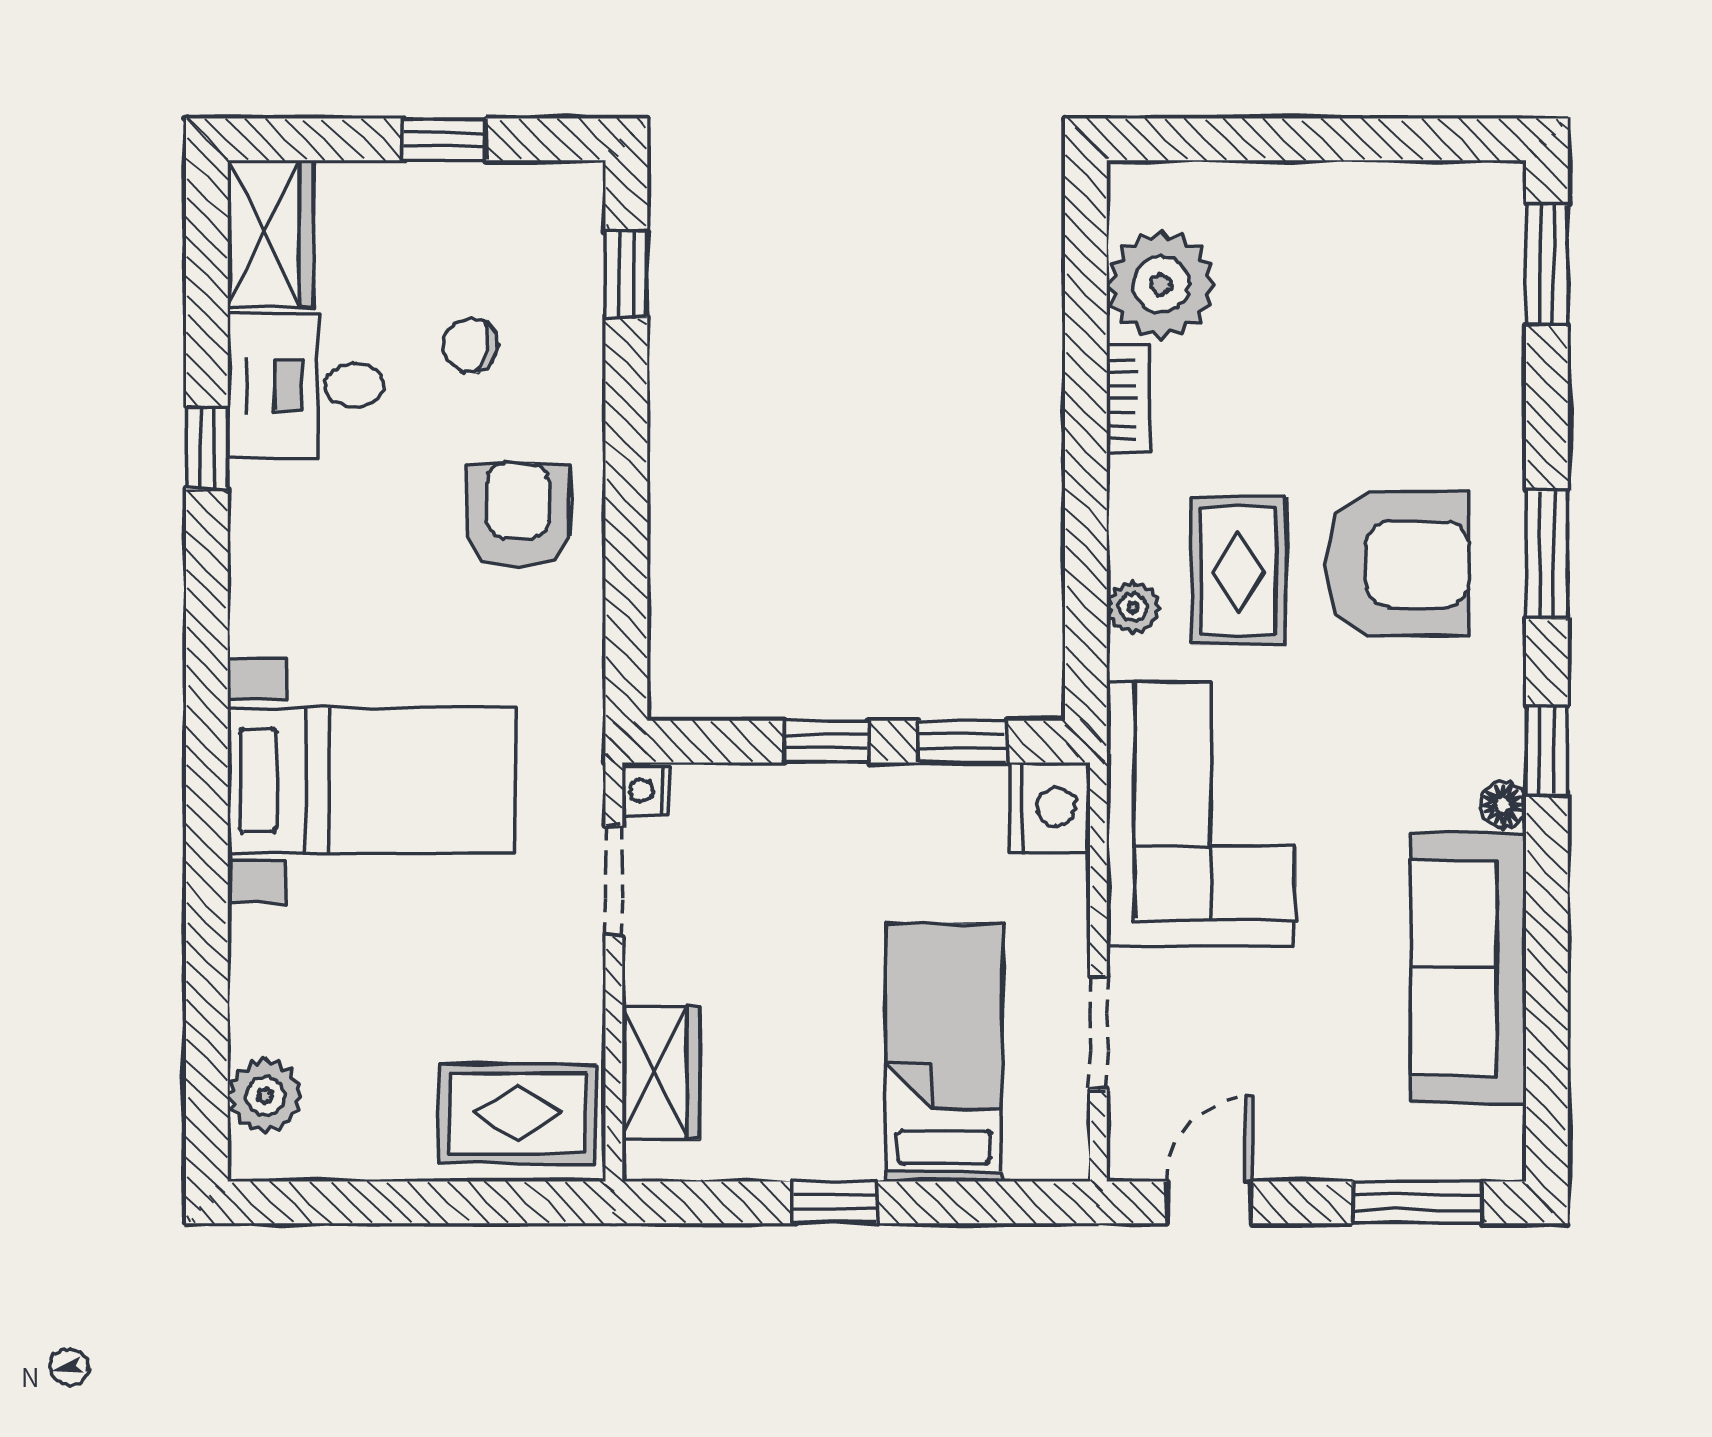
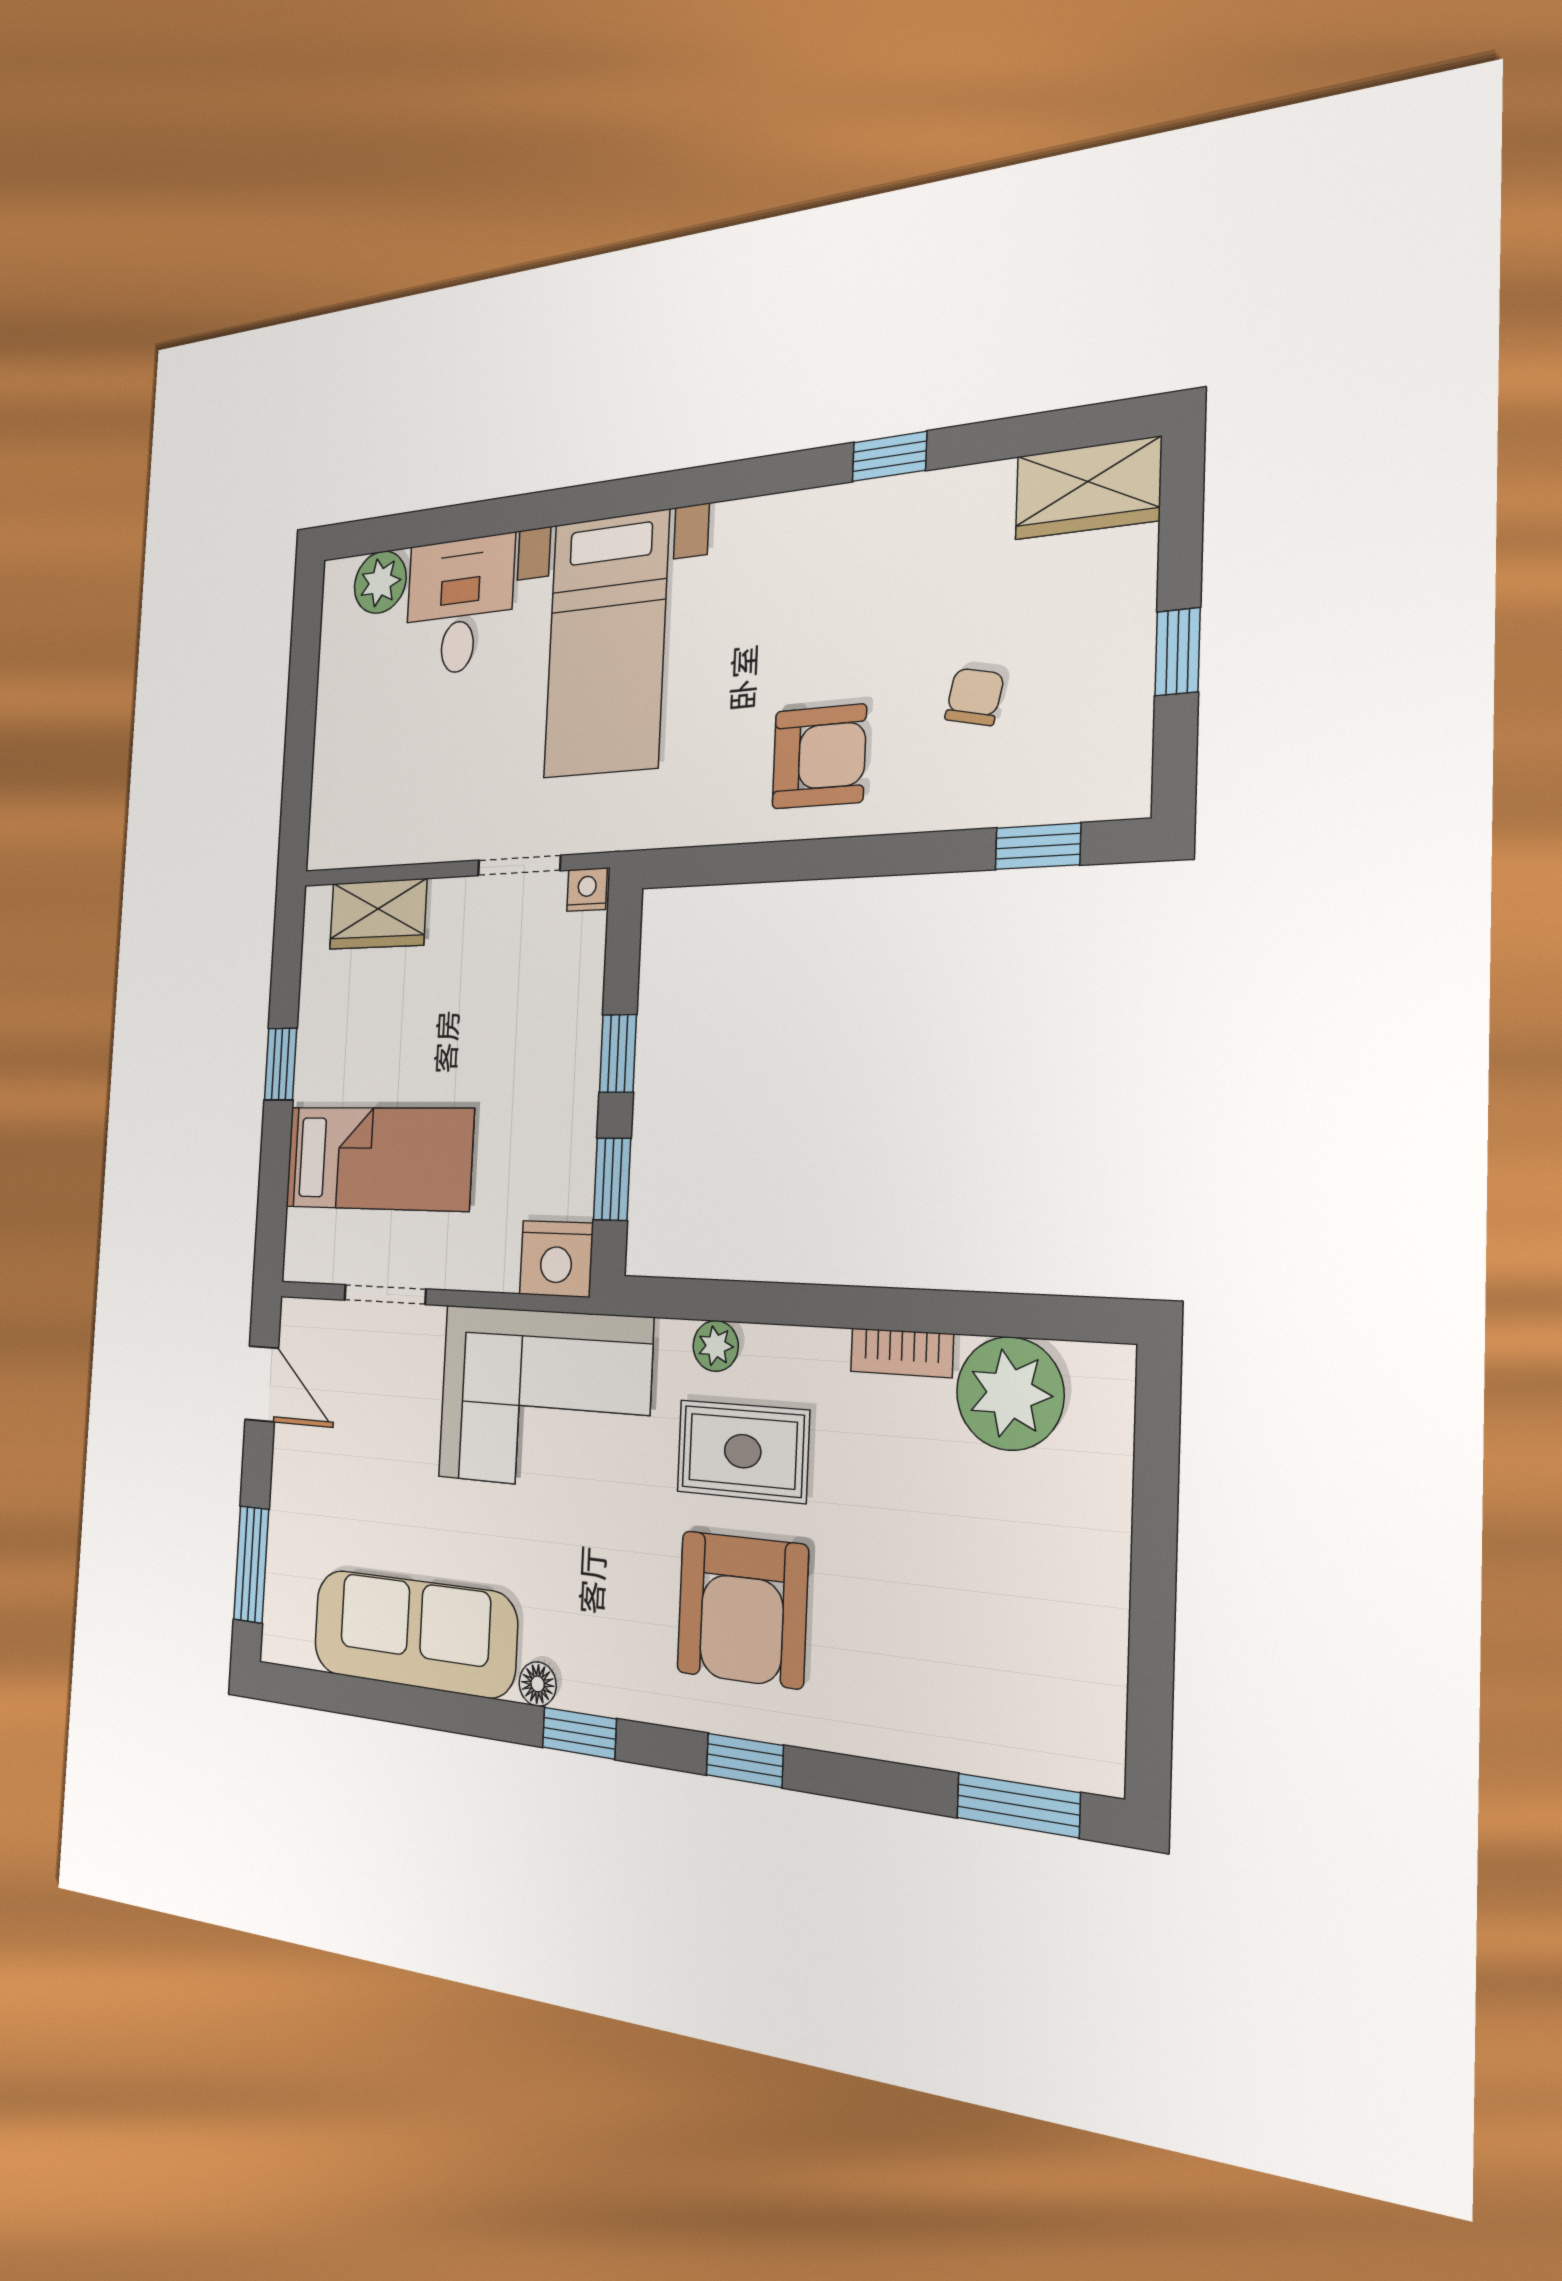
desk: (306, 385) -> (459, 606), moved
window: (1547, 554) -> (745, 1760), width x0.67
rug: (517, 1113) -> (356, 794), removed

